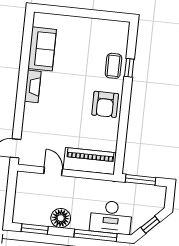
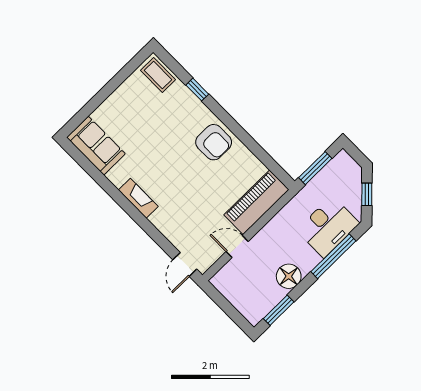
sofa: (42, 49) -> (96, 146), moved
coffee table: (113, 66) -> (158, 75), moved

